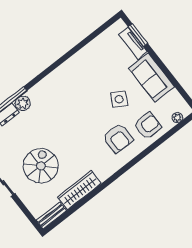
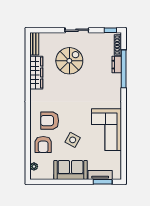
corner sofa: (82, 73) -> (107, 130), added
plant: (23, 103) -> (116, 79), removed
spiral stairs: (41, 166) -> (69, 61), turned -90

